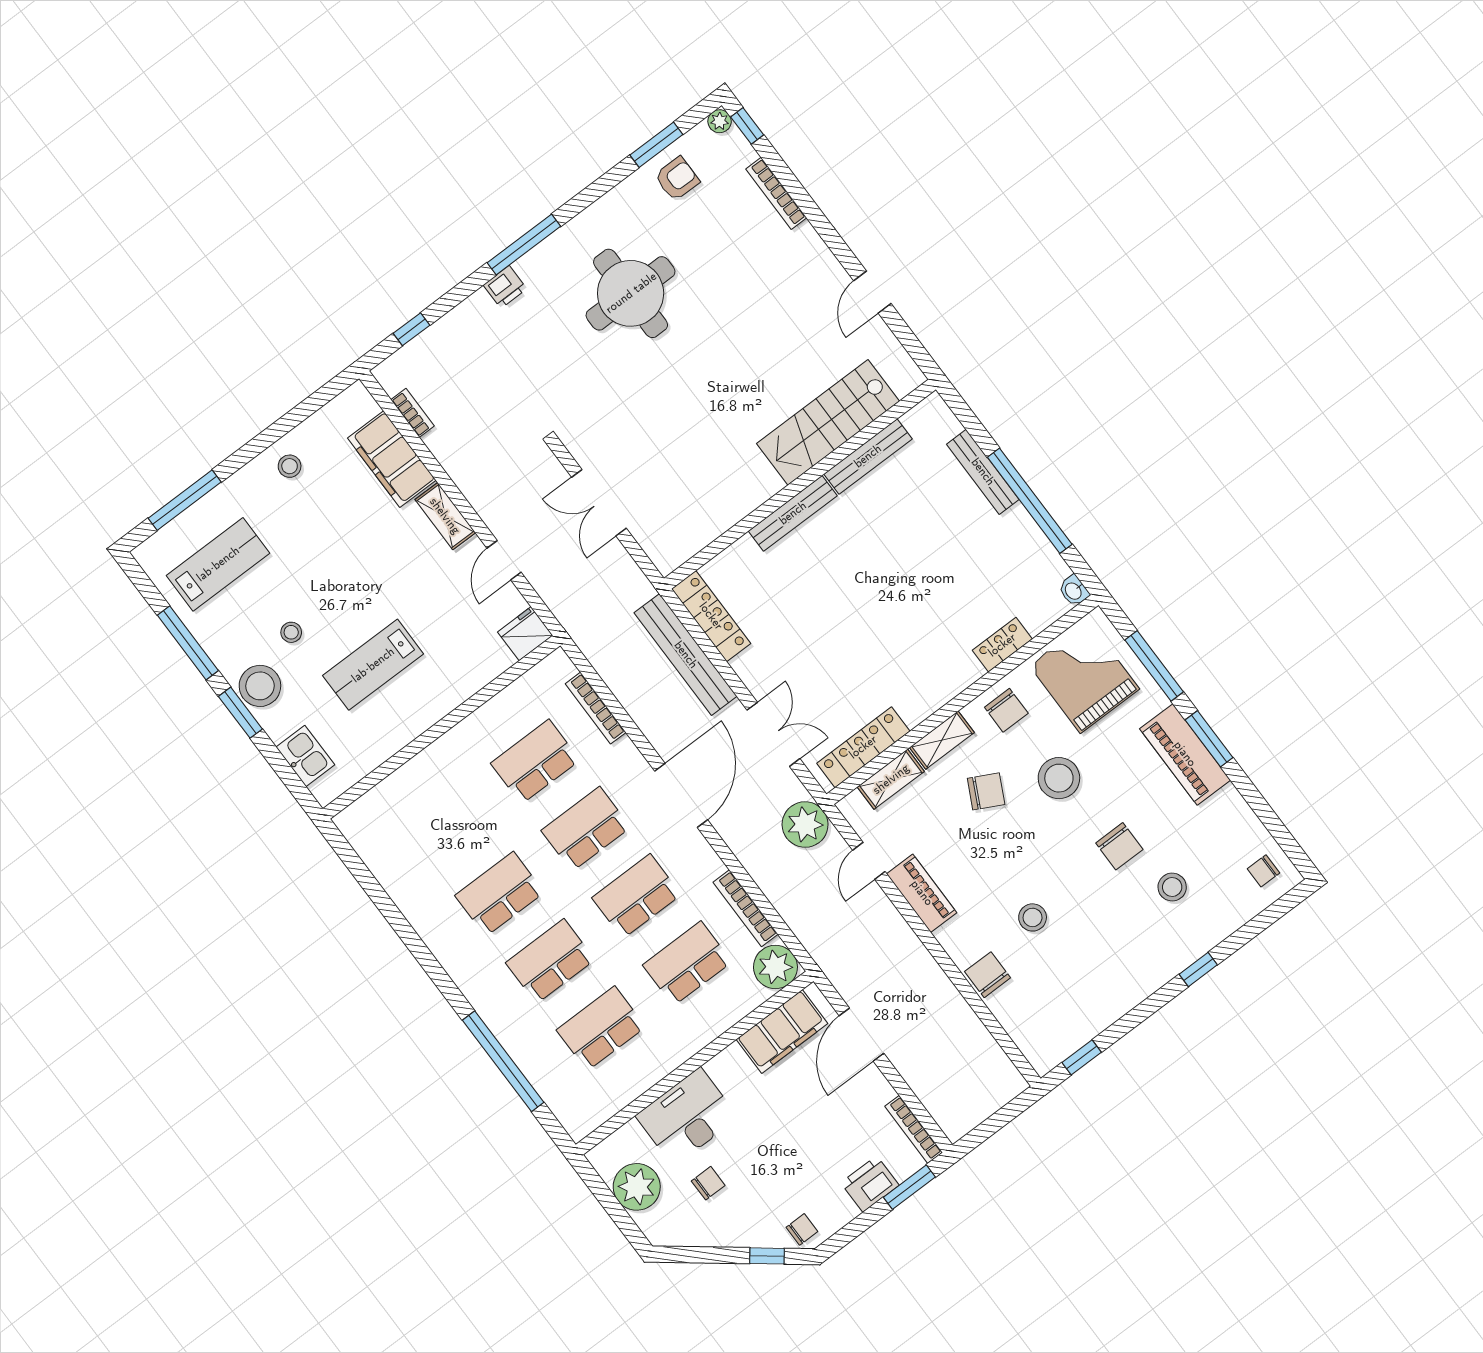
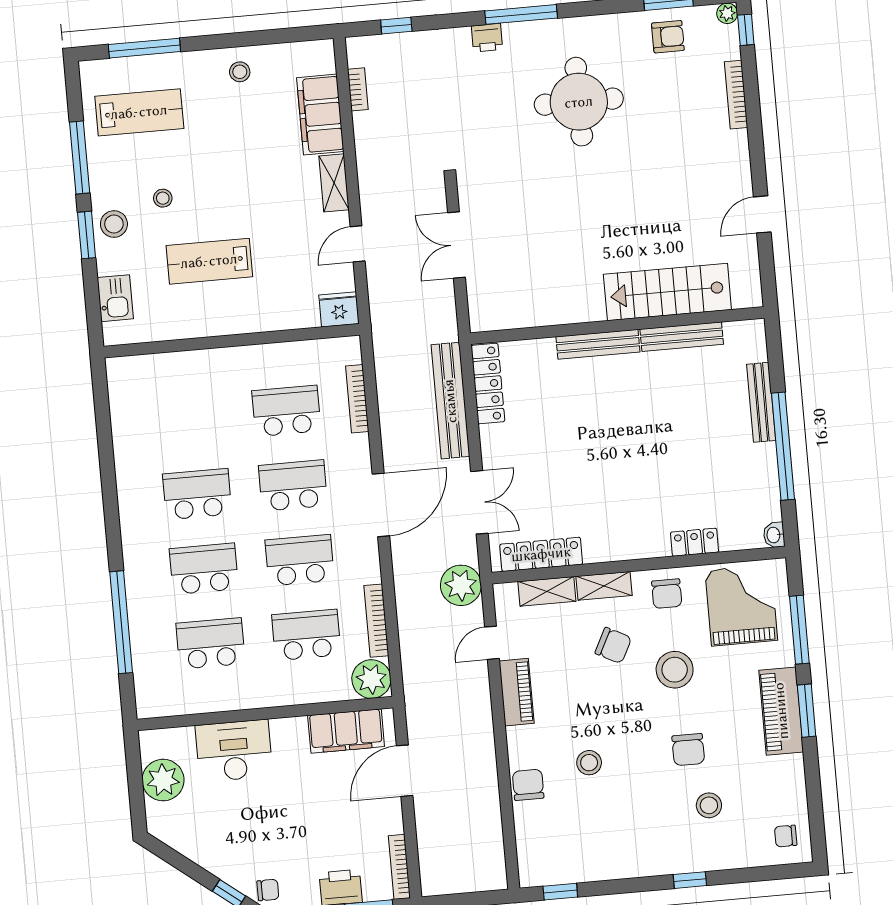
stool: (260, 686) -> (114, 224), width x0.73, depth x0.73
chair: (708, 1183) -> (219, 811), removed

